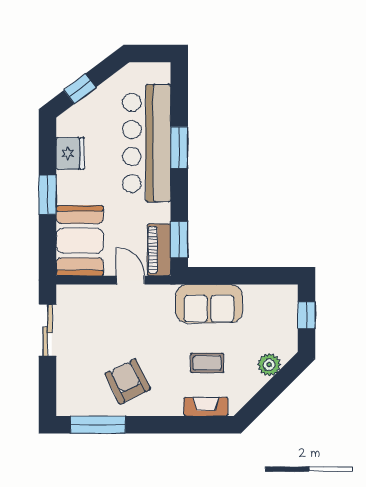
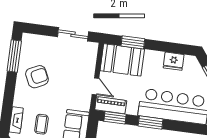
window: (179, 148) -> (151, 122), moved
window: (48, 195) -> (133, 42), moved
door: (131, 280) -> (95, 86), hinge flipped

